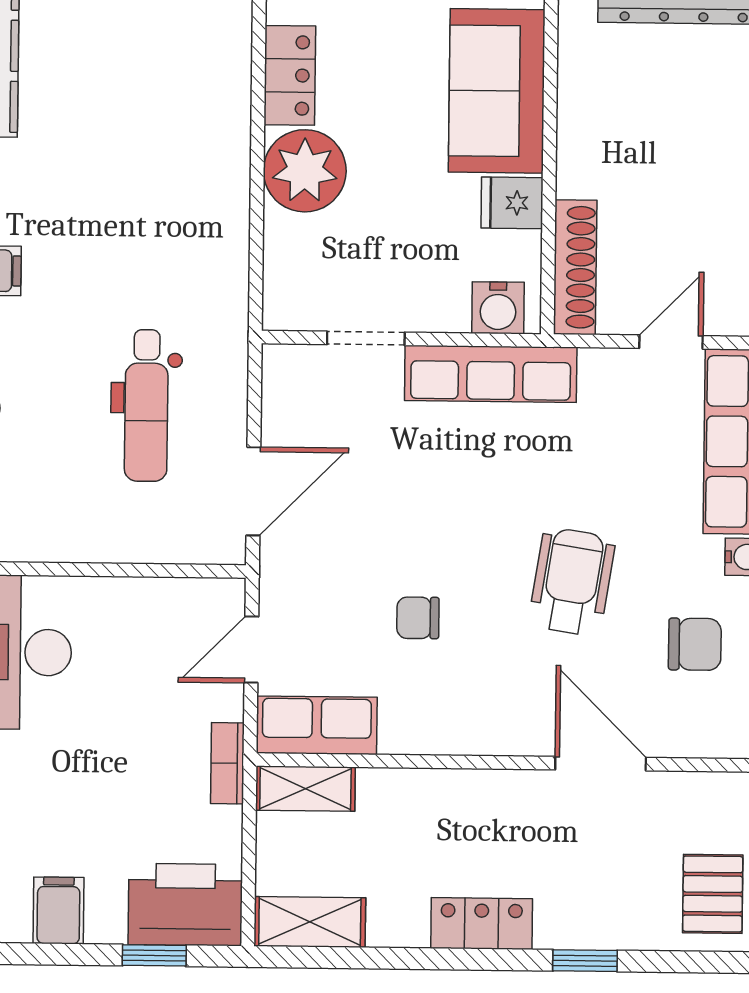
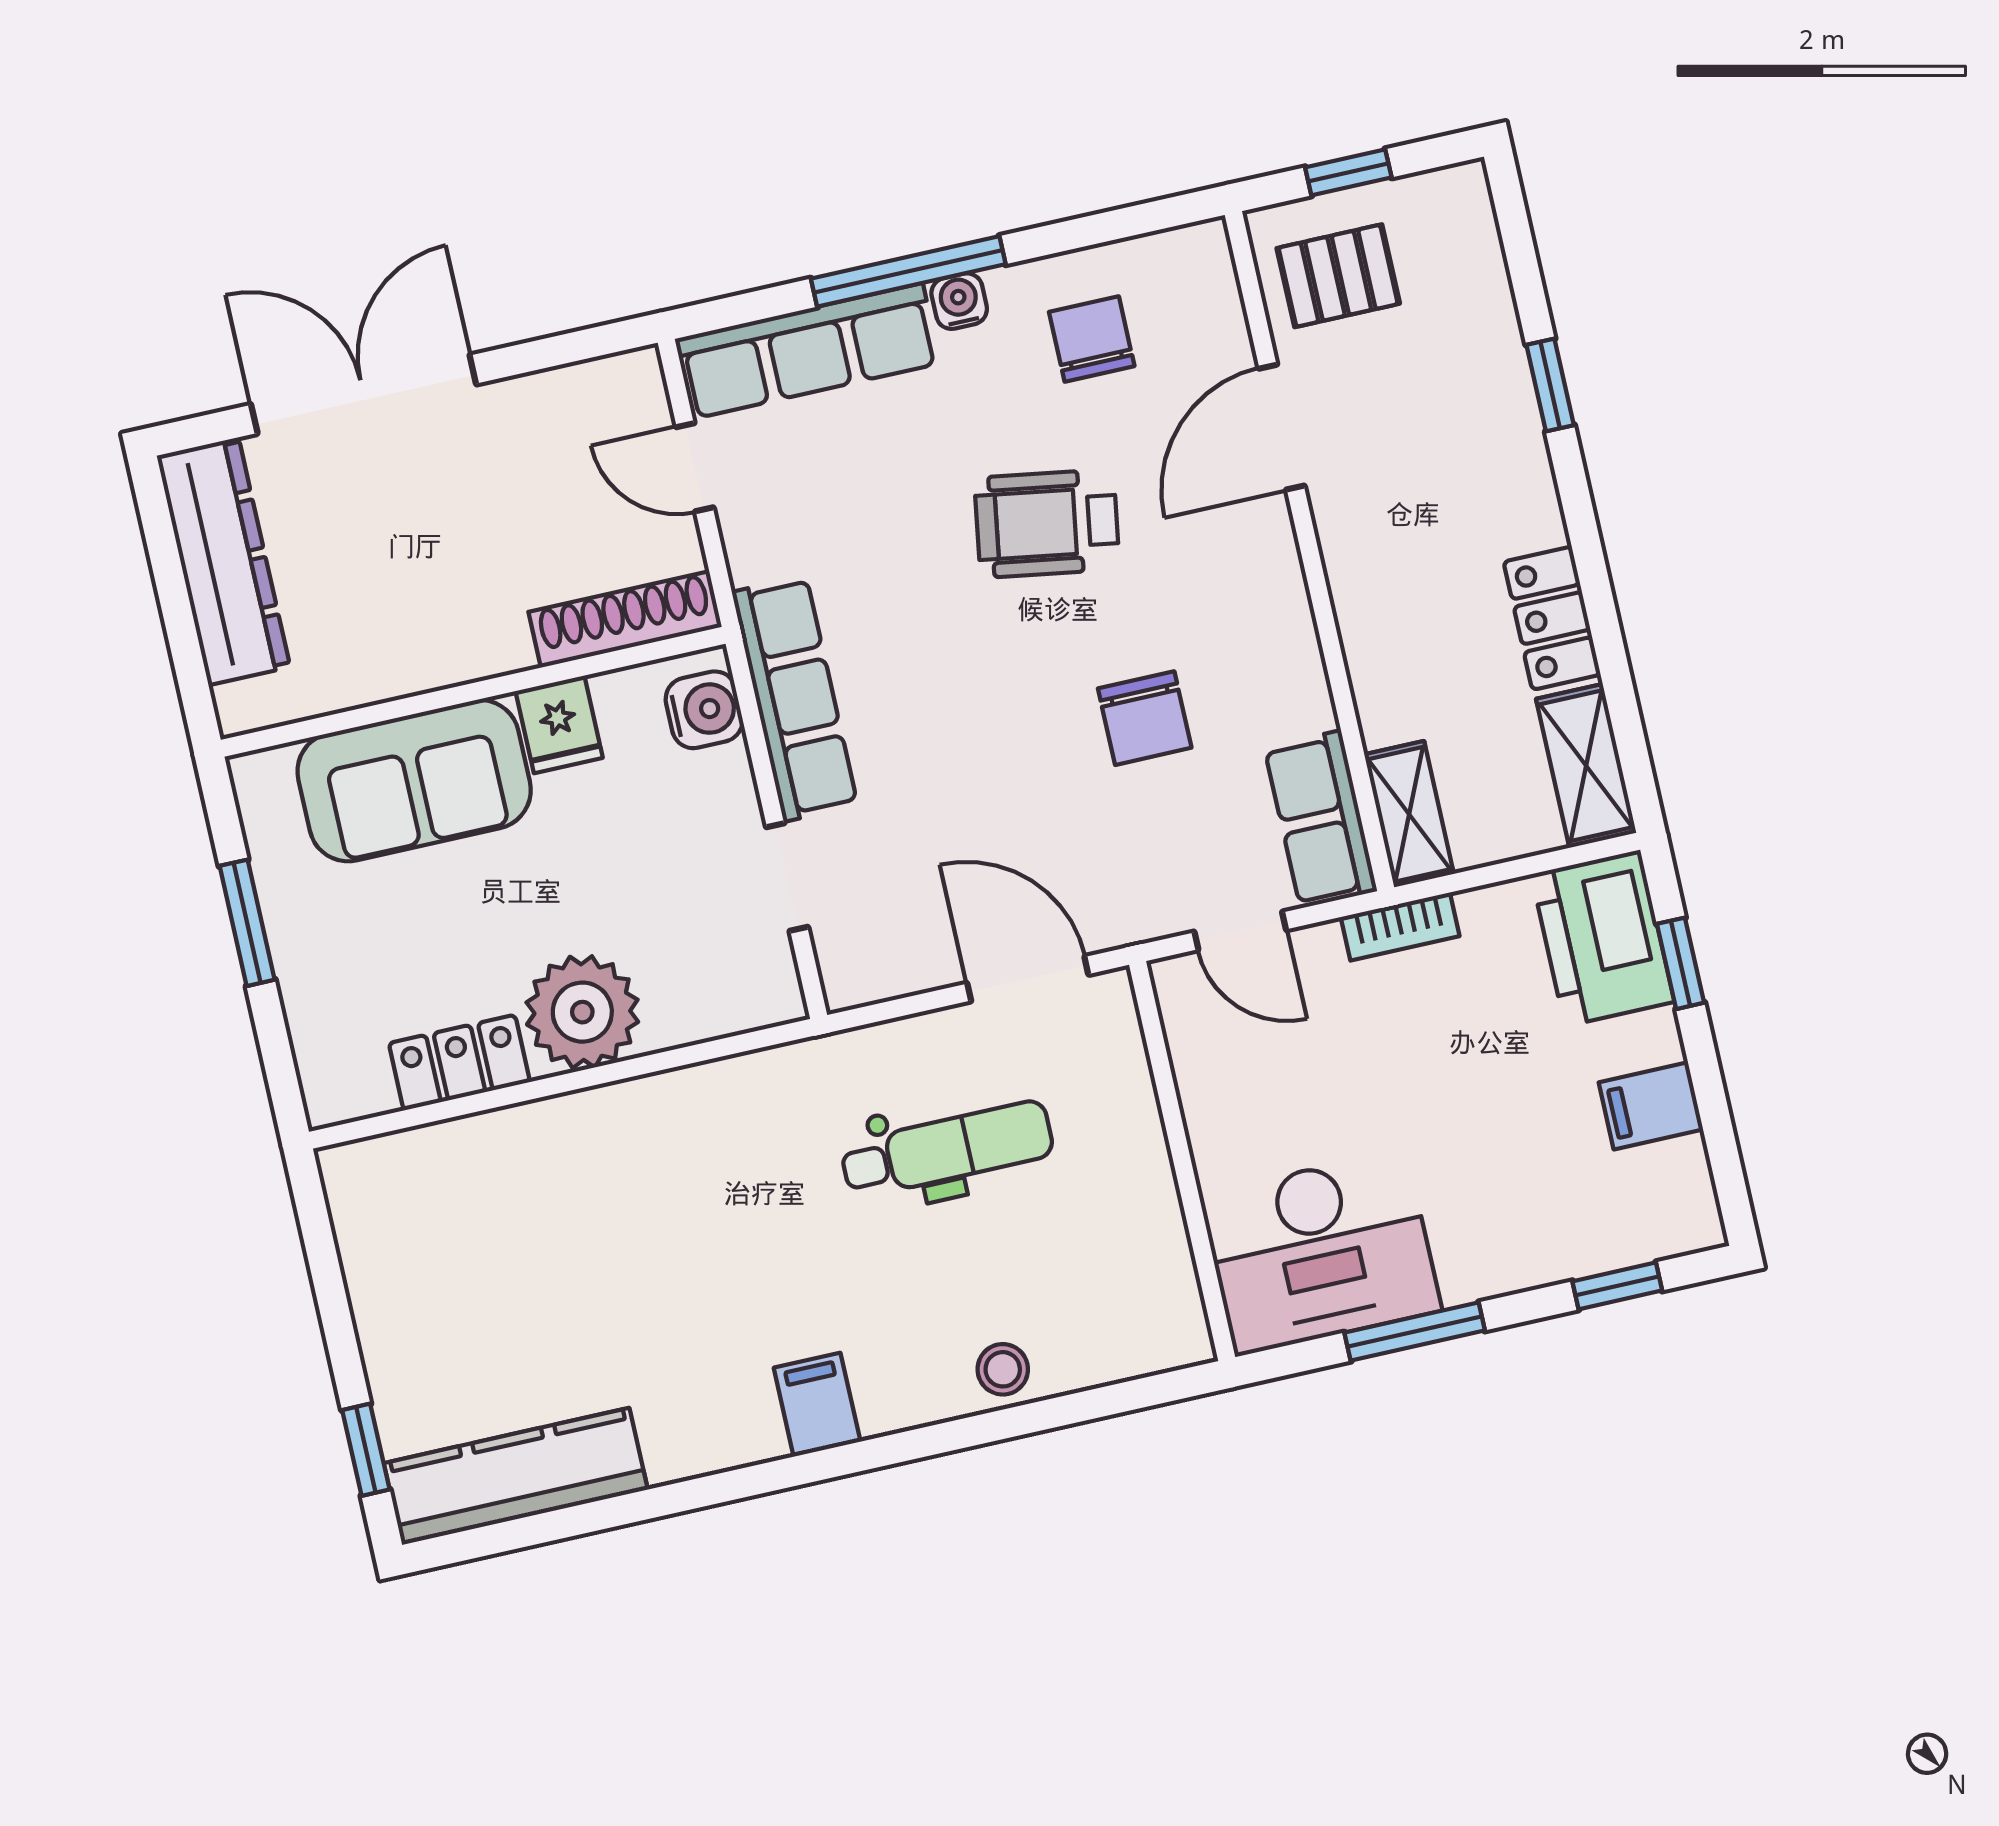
chair: (418, 618) -> (1145, 718), width x1.37, depth x1.37
pallet: (713, 894) -> (1338, 276), moved
locker: (482, 923) -> (1552, 618), moved

